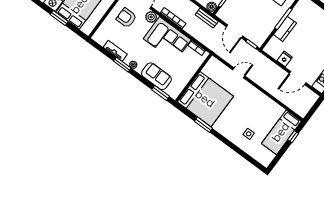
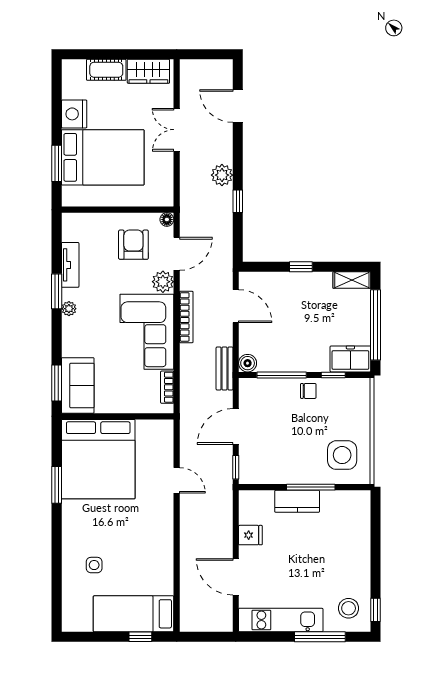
window: (59, 18) -> (57, 163), moved
sofa: (156, 76) -> (78, 385), moved

